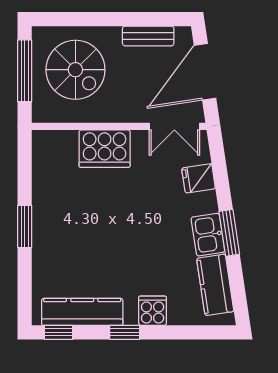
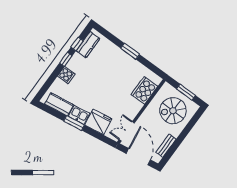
window: (25, 71) -> (186, 92), width x0.69
cooker: (105, 149) -> (144, 90), moved
fridge: (198, 178) -> (98, 122), width x1.88, depth x1.34
kitchen counter: (82, 312) -> (88, 45), width x0.67
window: (59, 332) -> (77, 44), moved

